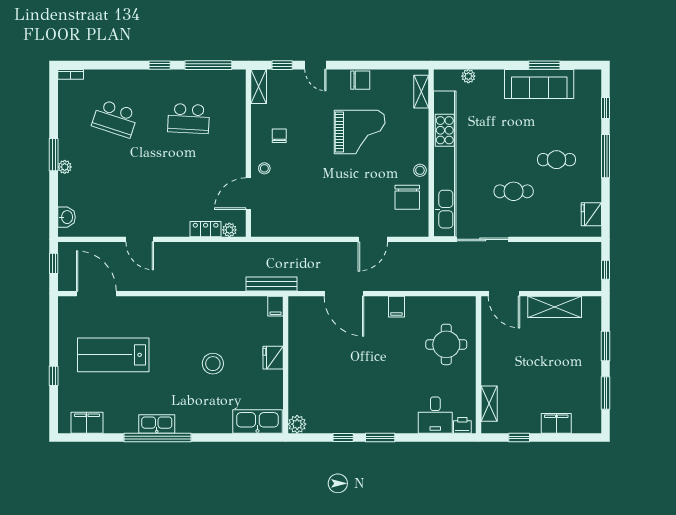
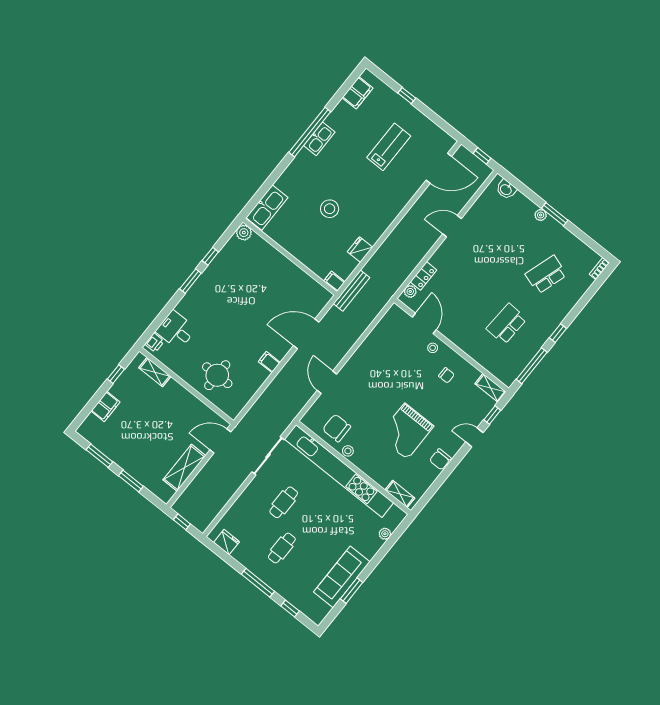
lab bench: (113, 355) -> (389, 147), width x0.73, depth x0.72
fridge: (273, 358) -> (360, 250), moved, turned -90

